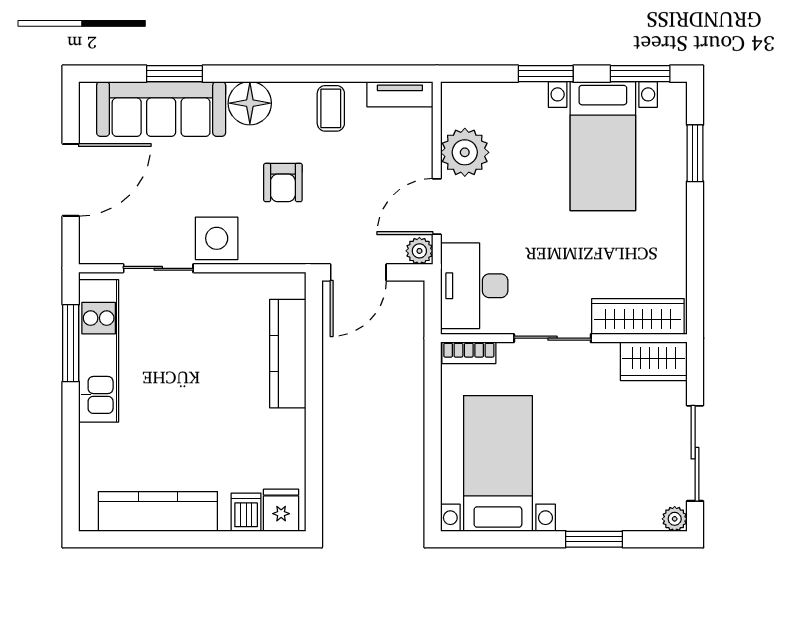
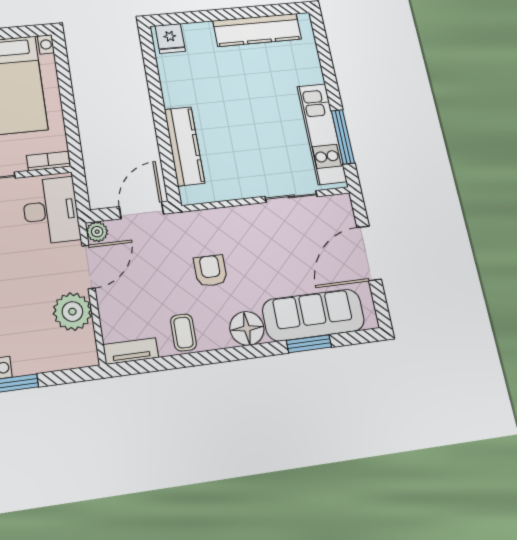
side table: (217, 238) -> (253, 223), removed
dishwasher: (246, 512) -> (195, 35), removed

